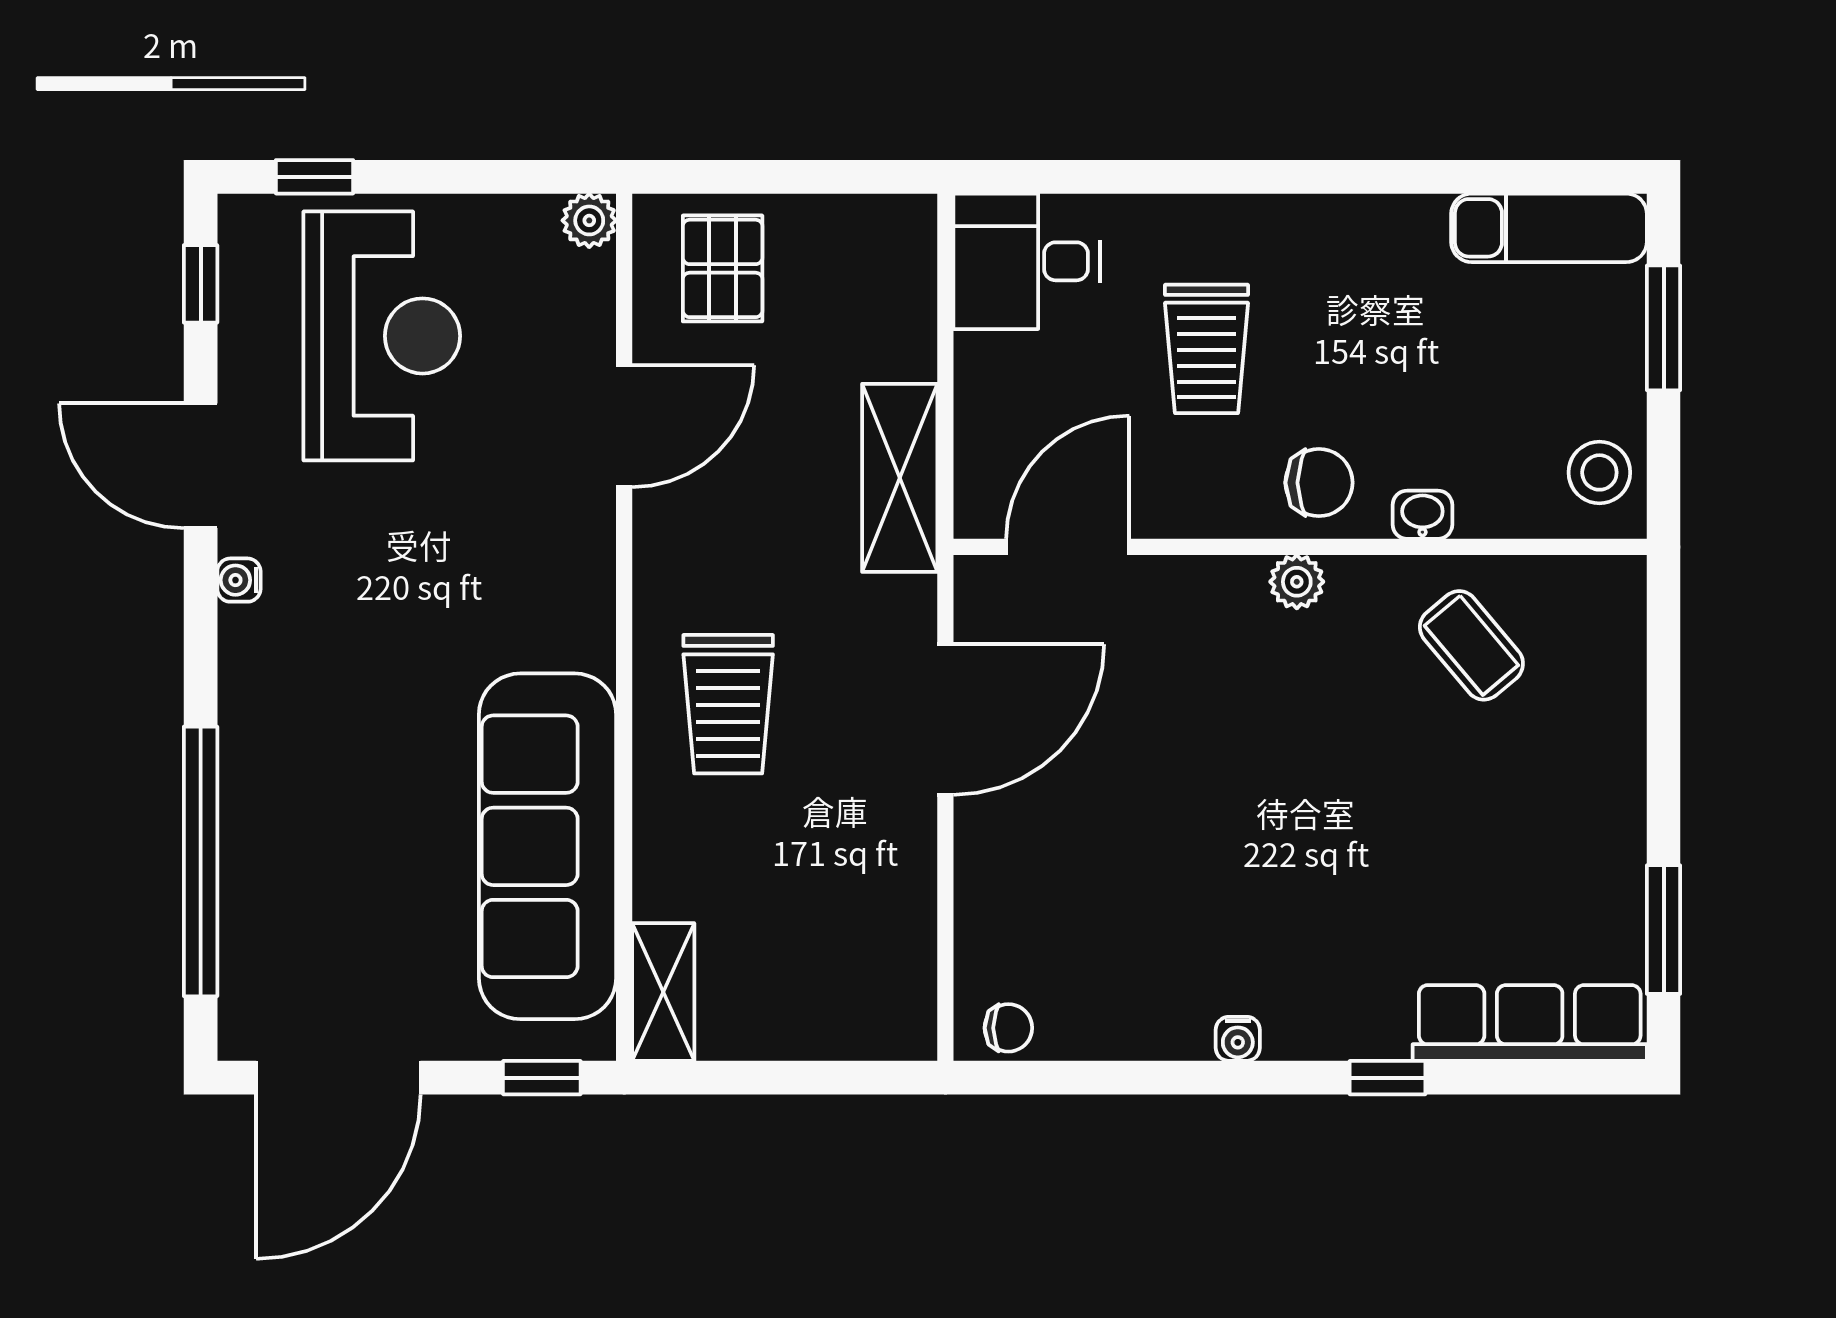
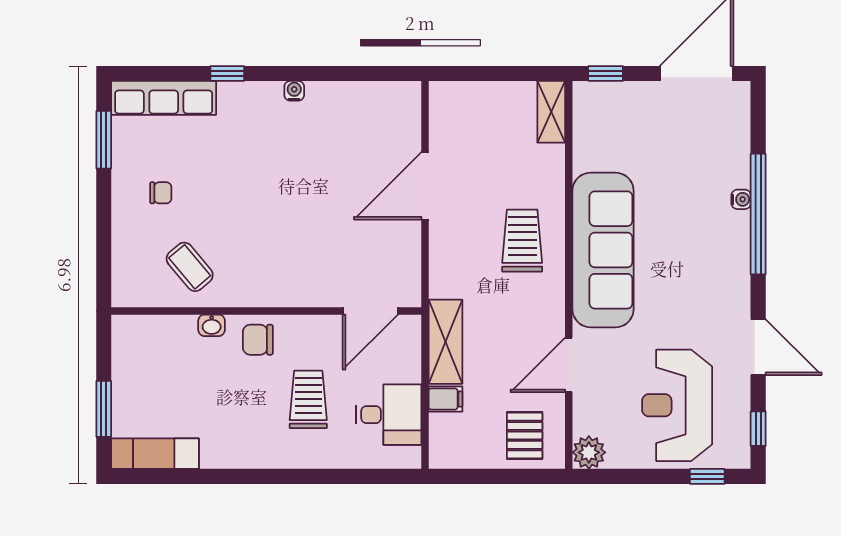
plant: (589, 220) -> (589, 452), width x1.38, depth x1.38
desk: (1027, 261) -> (389, 415), moved
filing cabinet: (900, 350) -> (446, 399), added
stool: (1599, 472) -> (132, 344), removed
water cooler: (239, 580) -> (741, 199), moved
plant: (1297, 582) -> (268, 295), removed
door: (945, 719) -> (425, 186), moved
sofa: (548, 846) -> (603, 250), moved
window: (201, 861) -> (758, 214), moved
chair: (1008, 1028) -> (161, 193), moved, turned 180

